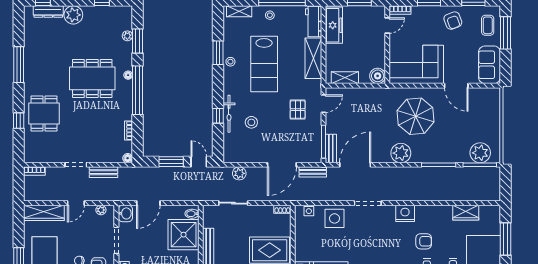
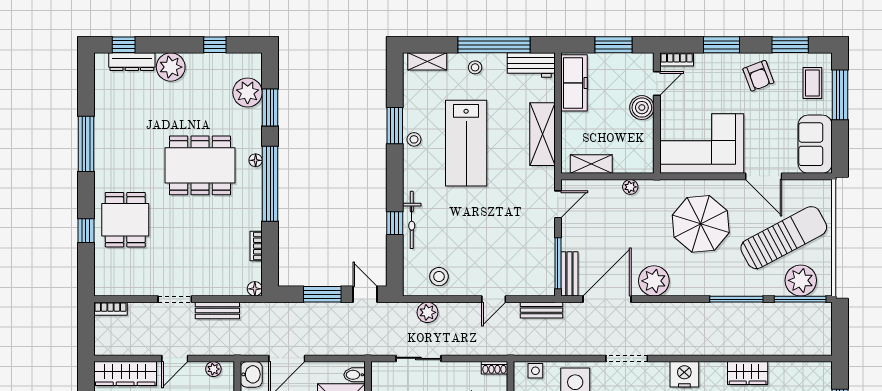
workbench: (314, 22) -> (531, 65), moved, turned -90
plant: (127, 36) -> (248, 93), width x1.87, depth x1.87
boiler: (378, 76) -> (642, 108), moved
plant: (370, 92) -> (630, 187), added
pallet: (298, 110) -> (518, 214), removed
stool: (251, 122) -> (439, 277), moved
sun lounger: (469, 125) -> (784, 238), added
plant: (401, 153) -> (654, 281), moved
door: (282, 165) -> (494, 299), width x0.53
wardrobe: (466, 213) -> (748, 373), moved

